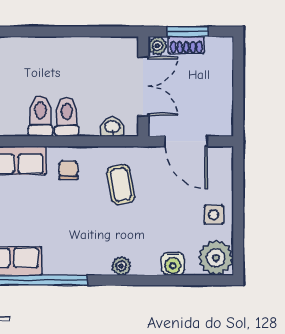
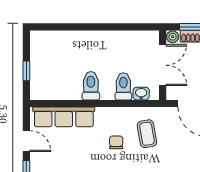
toilet: (67, 117) -> (123, 86), moved
chair: (68, 170) -> (116, 142), moved

